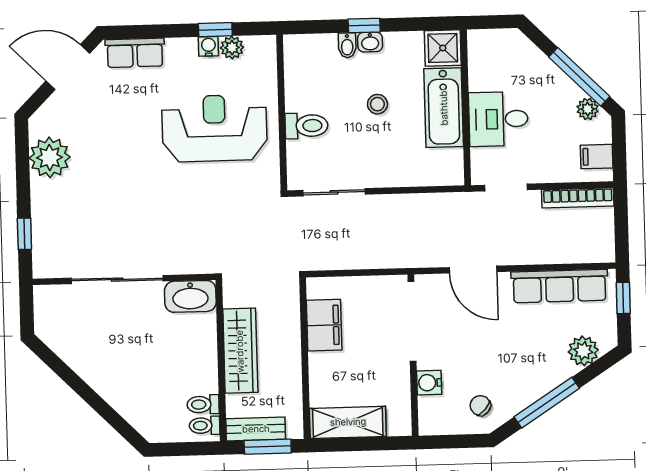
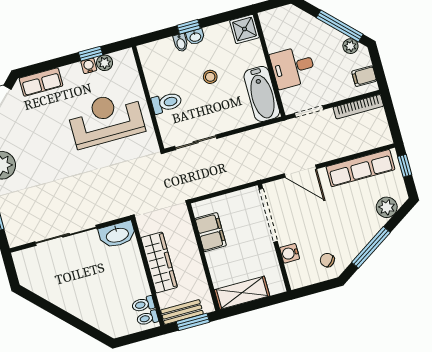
bathtub: (444, 108) -> (262, 94), moved

